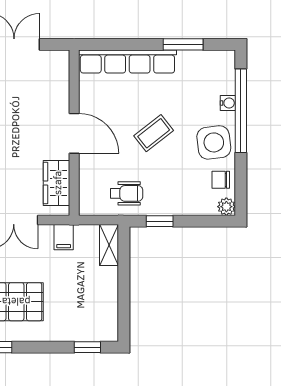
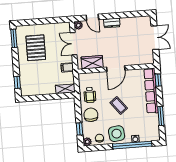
window: (106, 44) -> (158, 80), added
chair: (169, 194) -> (91, 115), added
window: (160, 221) -> (80, 129), moved

